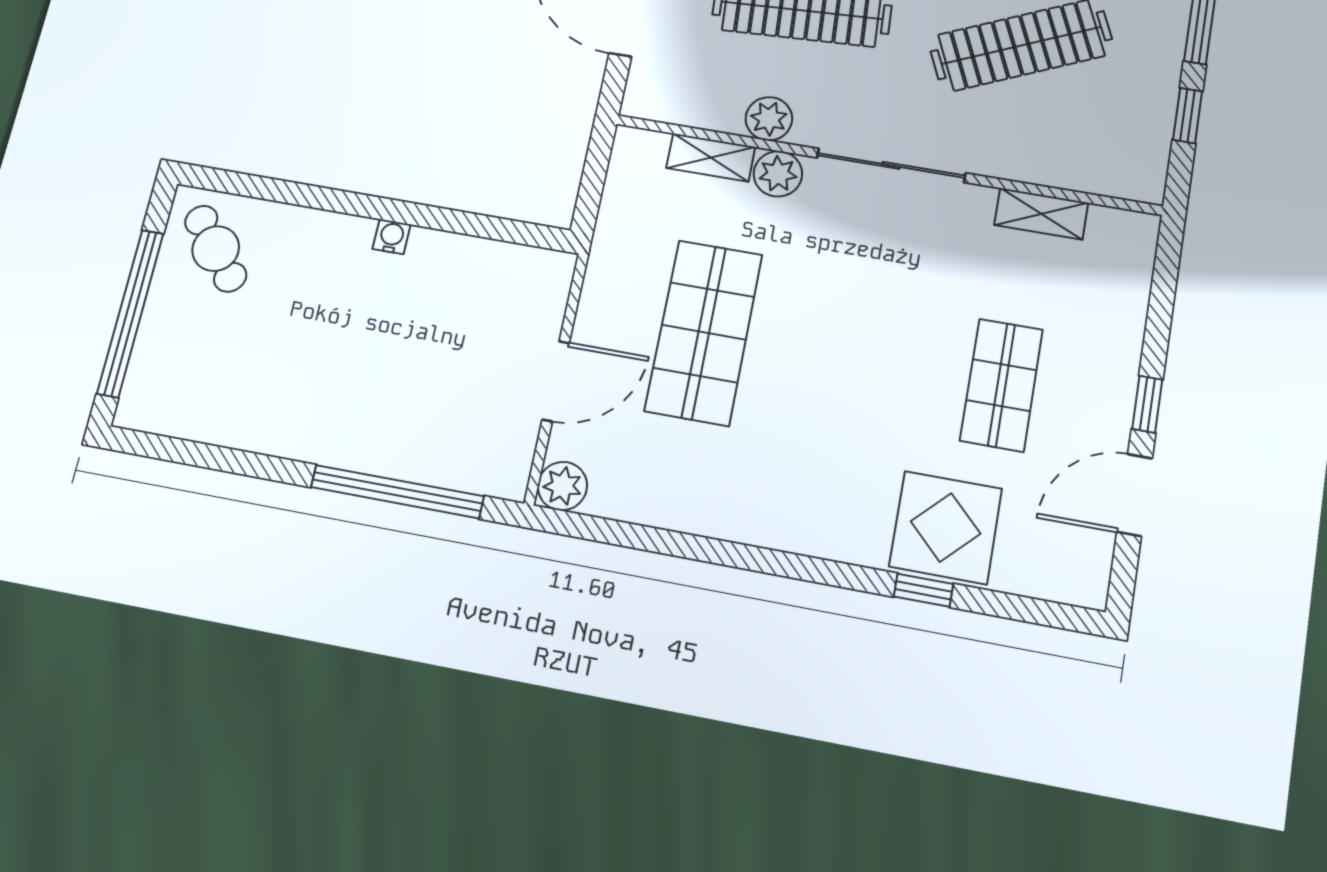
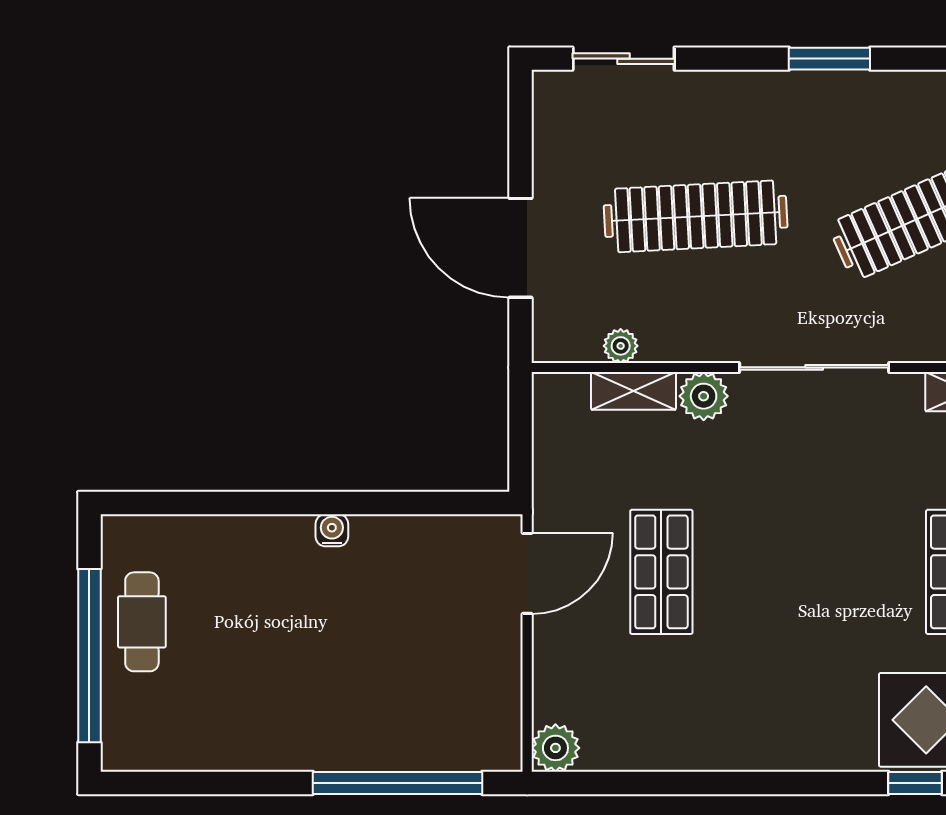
plant: (769, 119) -> (621, 346), moved, width x0.73, depth x0.73
cafe table: (216, 249) -> (142, 622), moved, turned 40
shop shelf: (704, 332) -> (661, 572), width x0.70, depth x0.74
door: (556, 381) -> (527, 573), moved

